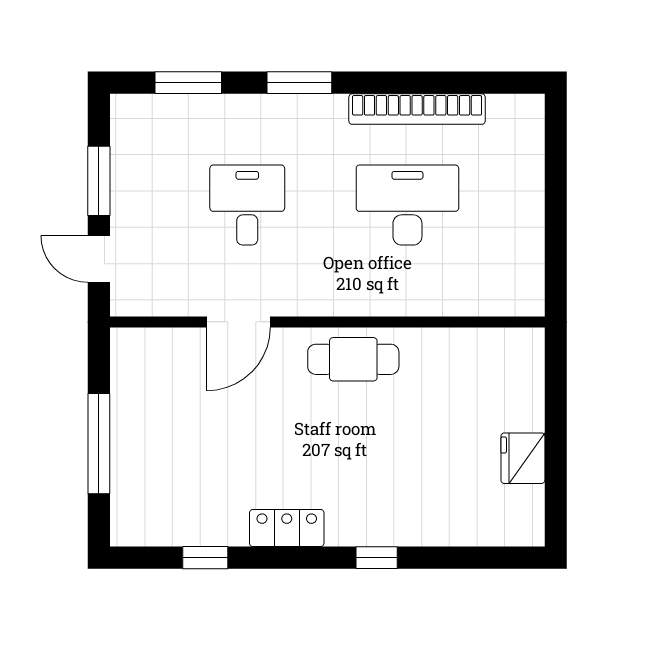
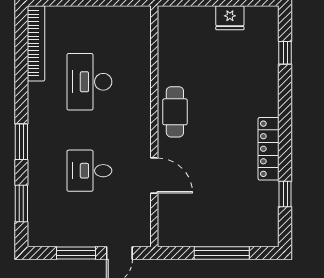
bookcase: (417, 109) -> (36, 43), moved
locker: (287, 528) -> (269, 149), width x1.53
window: (377, 558) -> (285, 53), moved

